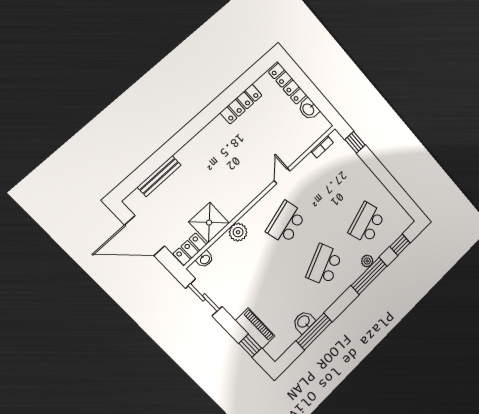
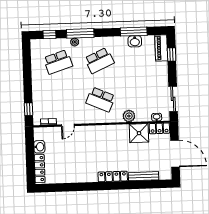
locker: (241, 104) -> (113, 176), moved
door: (282, 176) -> (68, 125), moved
school desk: (286, 223) -> (101, 100), turned 39
piano: (255, 328) -> (161, 48), moved

